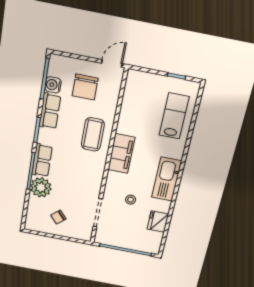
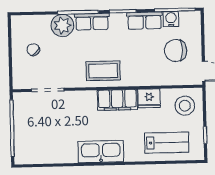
coffee table: (93, 134) -> (103, 71), moved
stool: (131, 200) -> (185, 106), moved, width x1.89, depth x1.89
fridge: (158, 222) -> (149, 98), moved, turned 180

